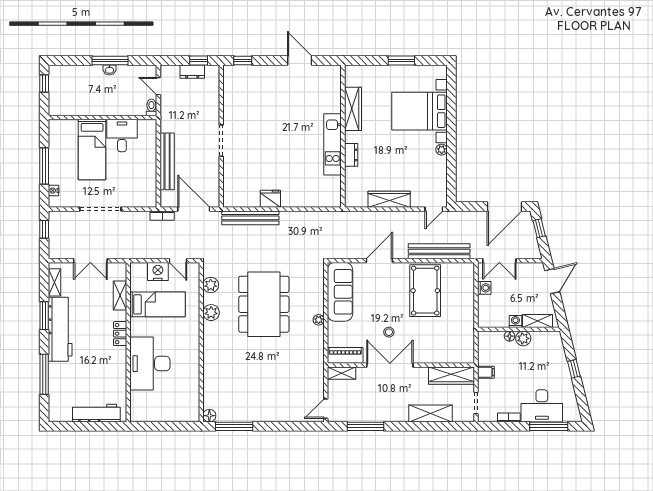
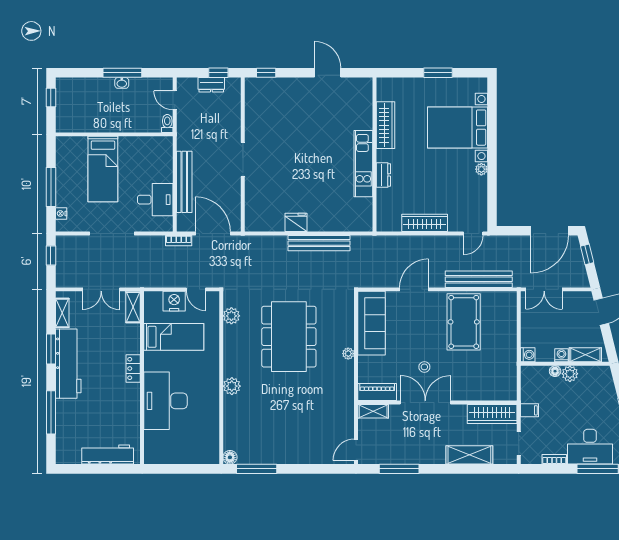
desk: (122, 135) -> (155, 200), moved, turned 90
bench: (250, 218) -> (319, 243), moved
washing machine: (484, 288) -> (528, 355), moved
shelving: (120, 295) -> (133, 307), moved
plant: (211, 313) -> (232, 386), moved

